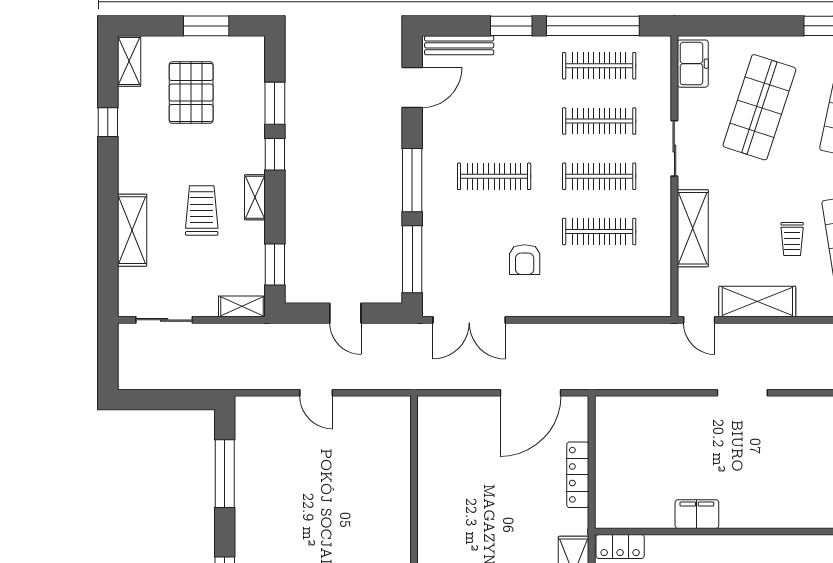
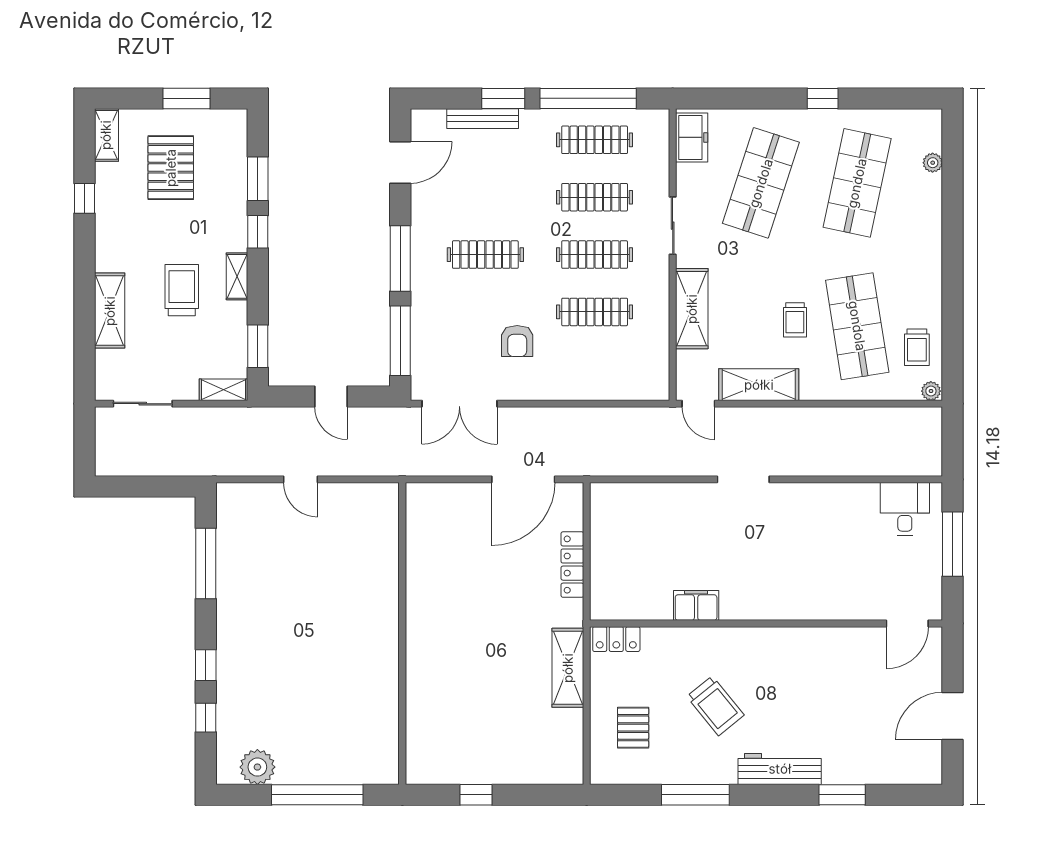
bench: (459, 45) -> (483, 119), moved

